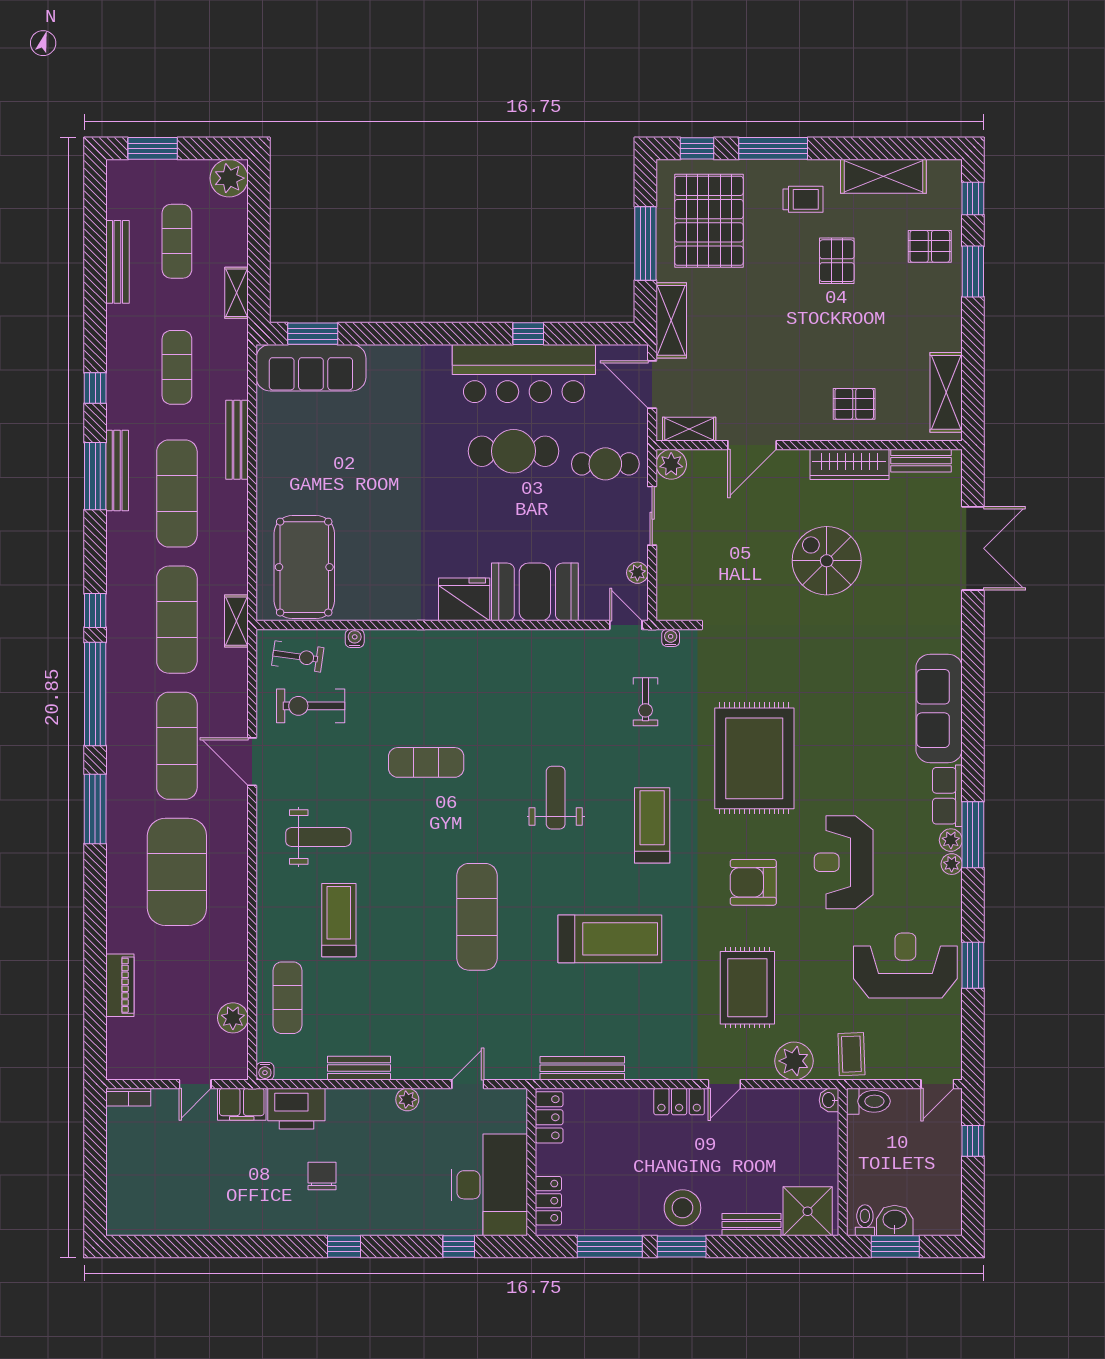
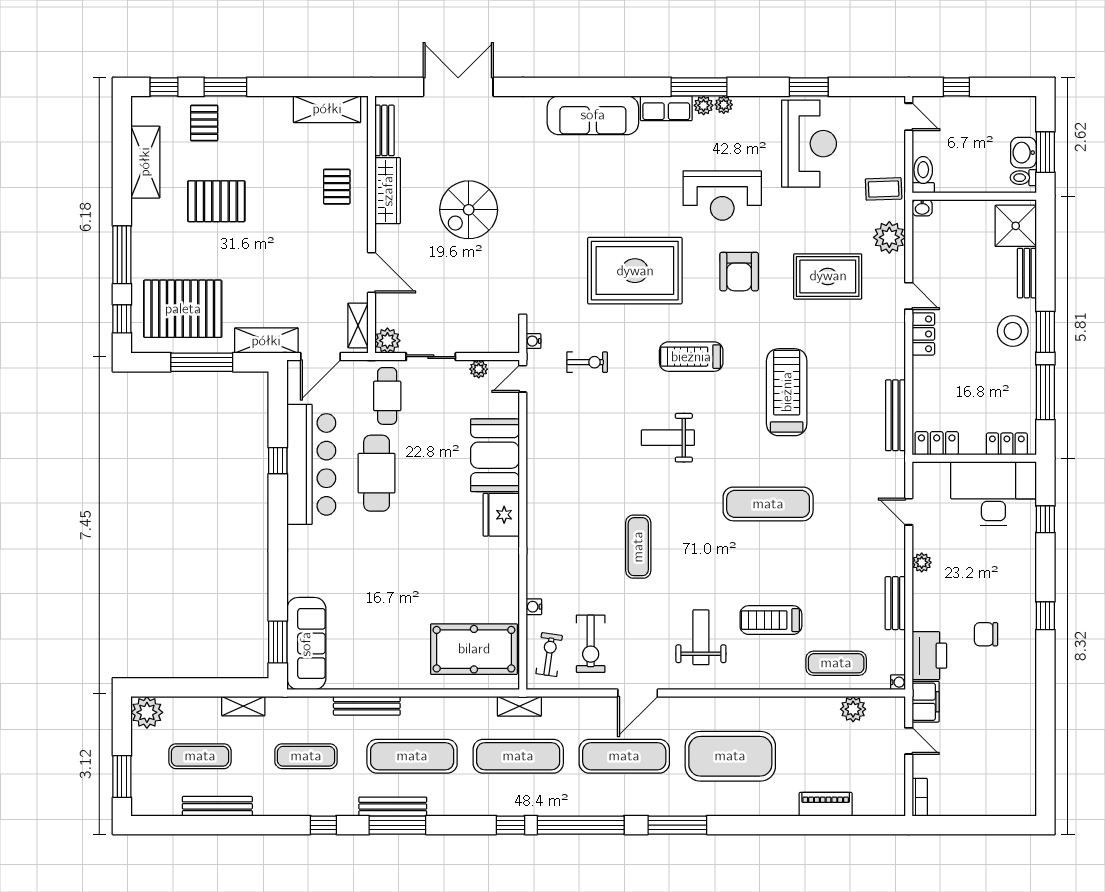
trolley: (803, 199) -> (165, 230), removed
pallet: (837, 261) -> (216, 201), width x1.50, depth x1.42
reception desk: (905, 966) -> (809, 144), turned 180

